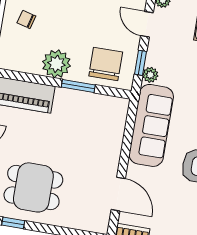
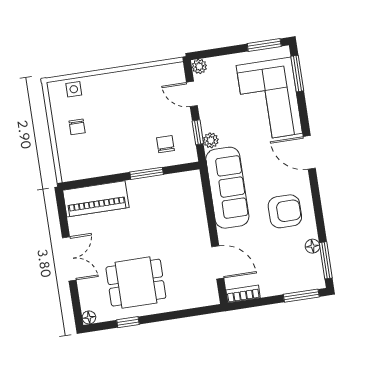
chair: (26, 19) -> (77, 127), turned -105
plant: (56, 64) -> (119, 159), removed
chair: (106, 64) -> (165, 144), width x0.54, depth x0.54

